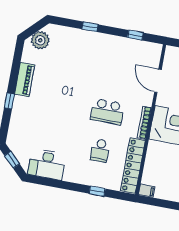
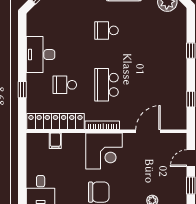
school desk: (56, 102) -> (107, 30), added
desk: (47, 164) -> (41, 55), moved
filing cabinet: (147, 191) -> (55, 141), moved

